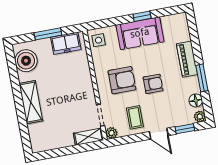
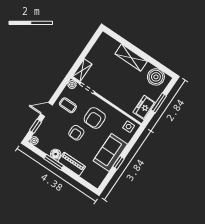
floor lamp: (196, 100) -> (56, 154), moved

